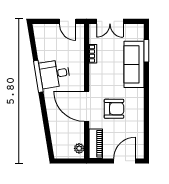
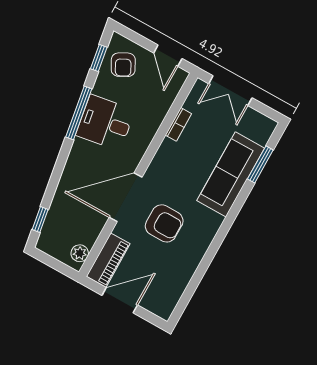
armchair: (47, 39) -> (123, 65), added
window: (33, 42) -> (99, 58), added
door: (87, 106) -> (126, 197), hinge flipped
window: (49, 142) -> (40, 219), added
door: (125, 161) -> (120, 300), moved

